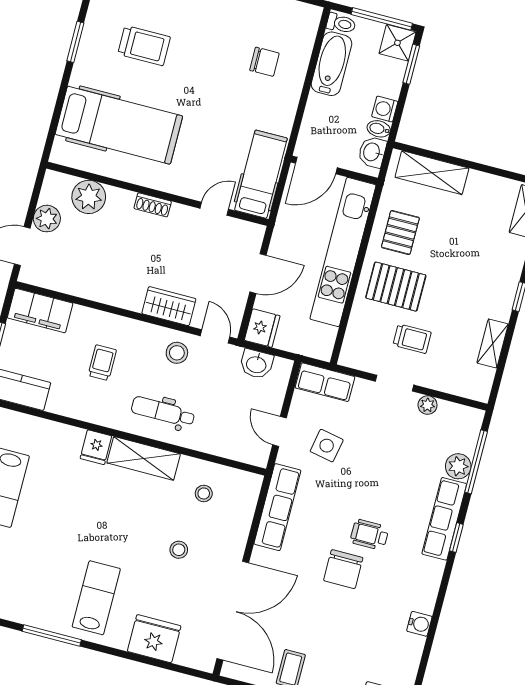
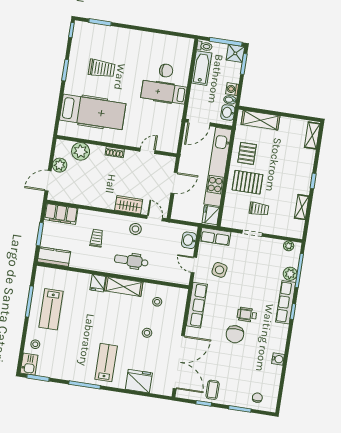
hospital bed: (261, 174) -> (164, 92), moved, turned -90
fridge: (262, 328) -> (211, 215), moved, turned 180
washbasin: (256, 364) -> (189, 240), moved, turned 90
plant: (428, 405) -> (289, 246), moved

